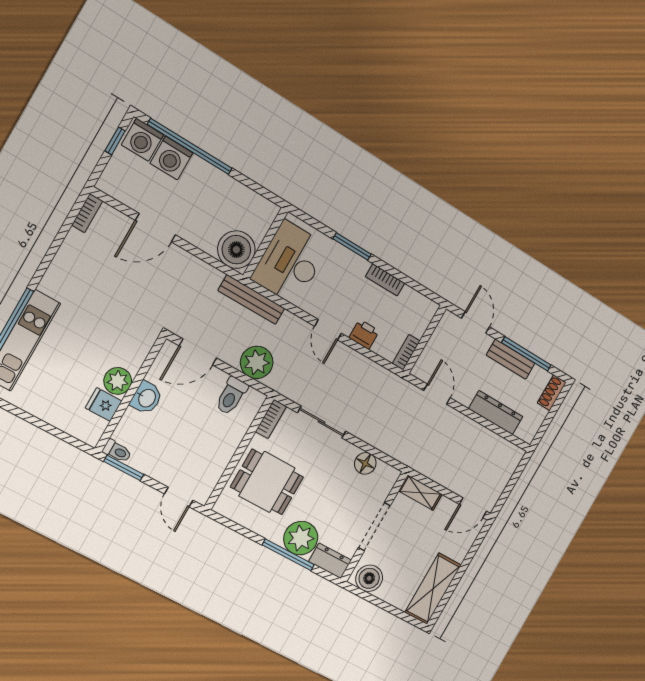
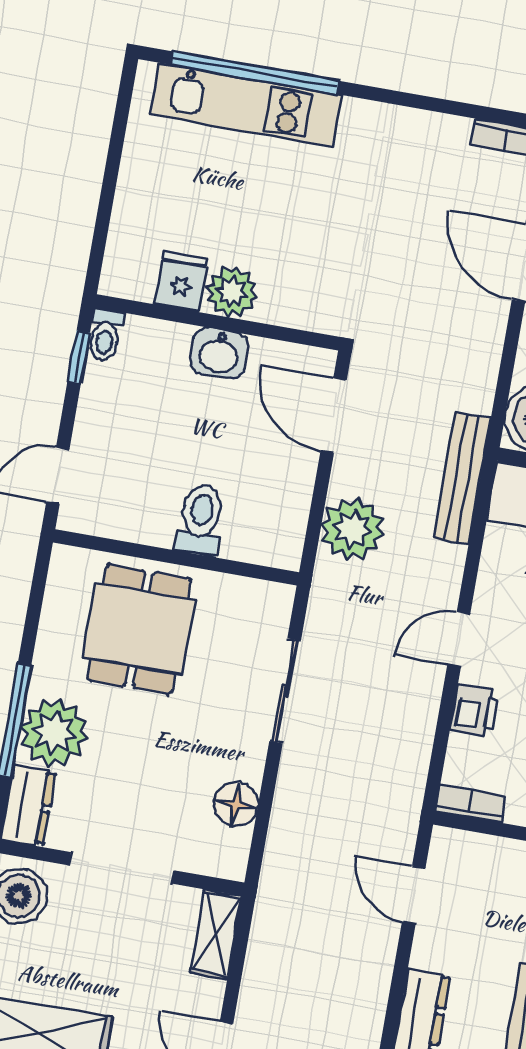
door: (437, 394) -> (414, 895), swing flipped
toilet: (231, 396) -> (200, 519), moved, turned 90
bookcase: (271, 419) -> (258, 594), removed
window: (124, 468) -> (79, 358), width x0.67

